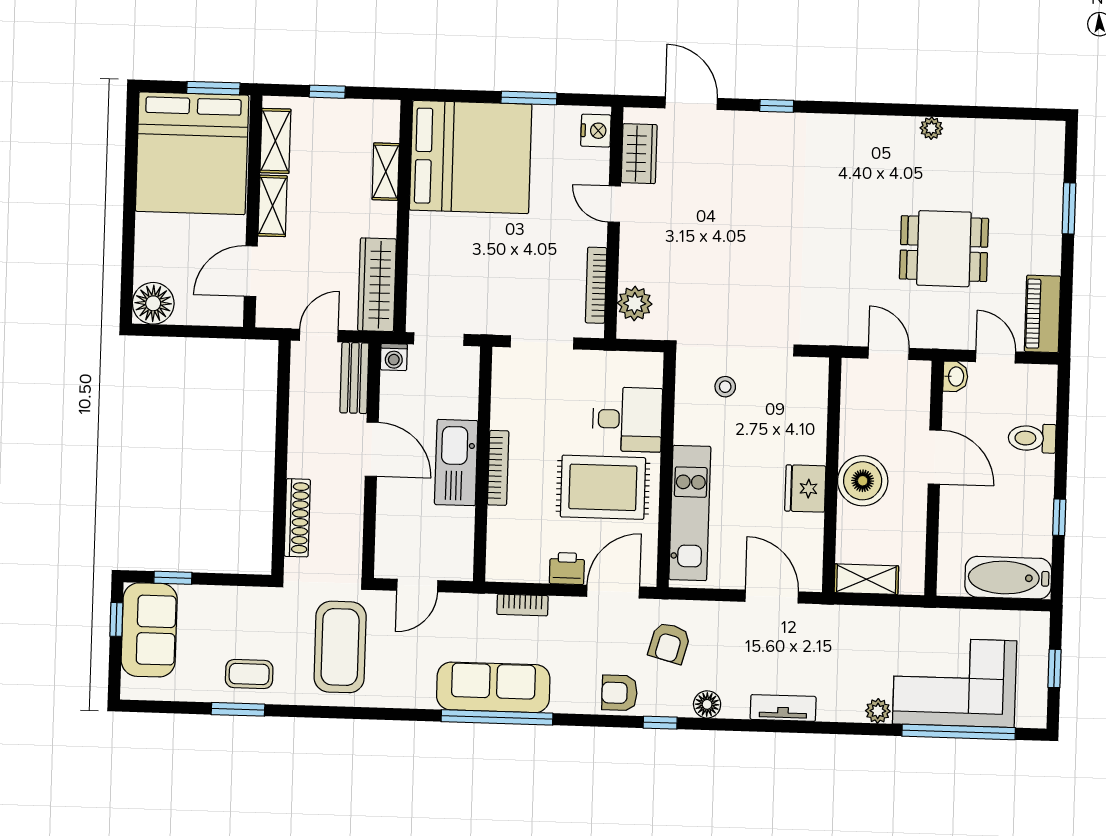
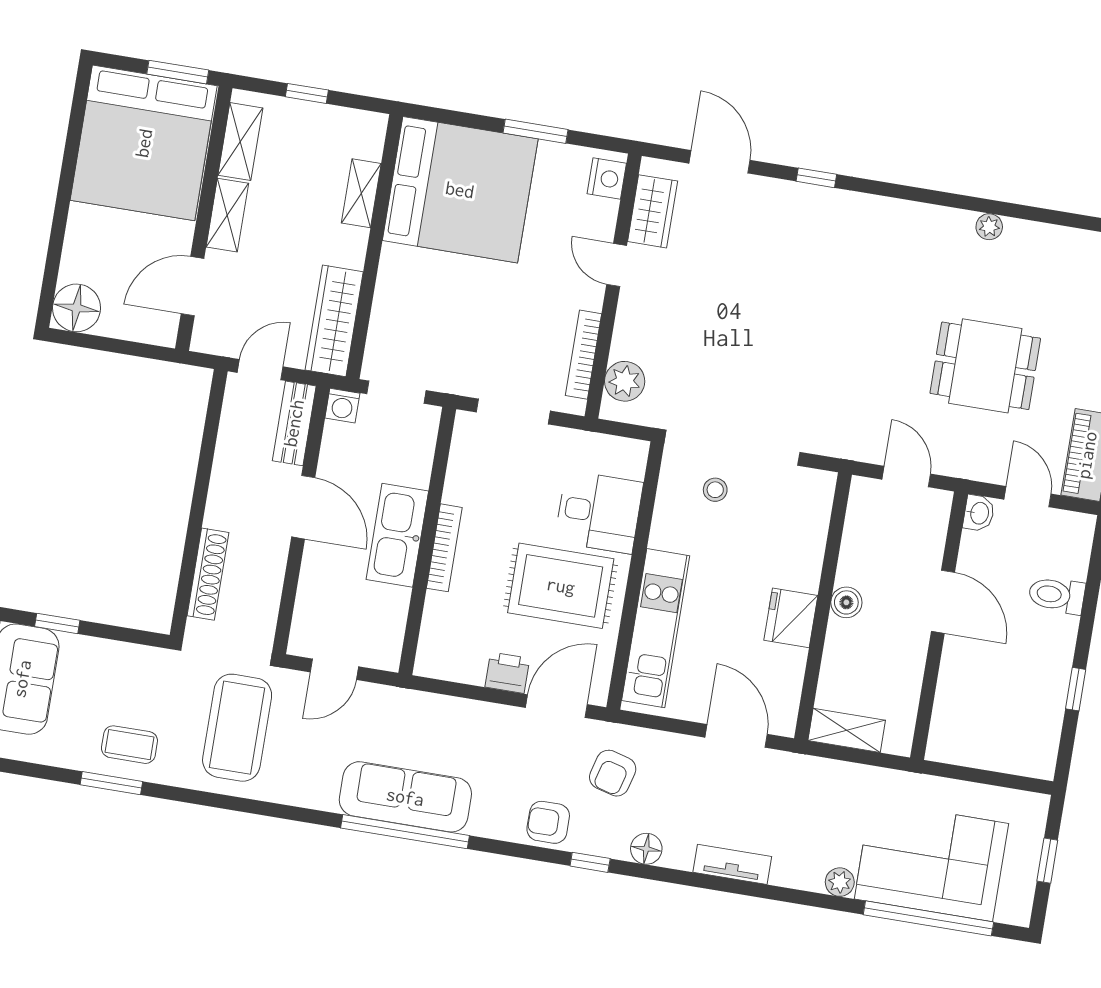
boiler: (863, 481) -> (846, 602), width x0.54, depth x0.54
bathtub: (1008, 578) -> (1008, 750), removed
bookcase: (522, 605) -> (451, 707), removed

